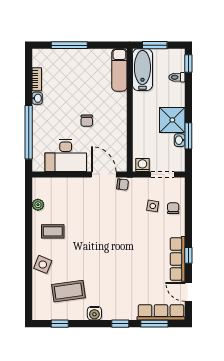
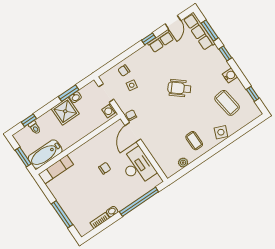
window: (188, 63) -> (29, 120), moved
wheelchair: (117, 253) -> (179, 88), added
row of seats: (178, 259) -> (161, 41), width x0.68

